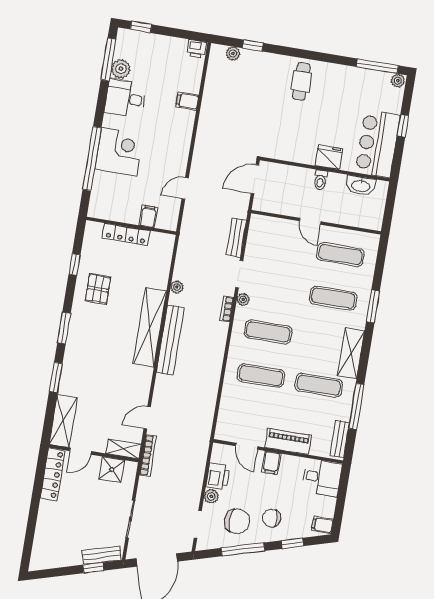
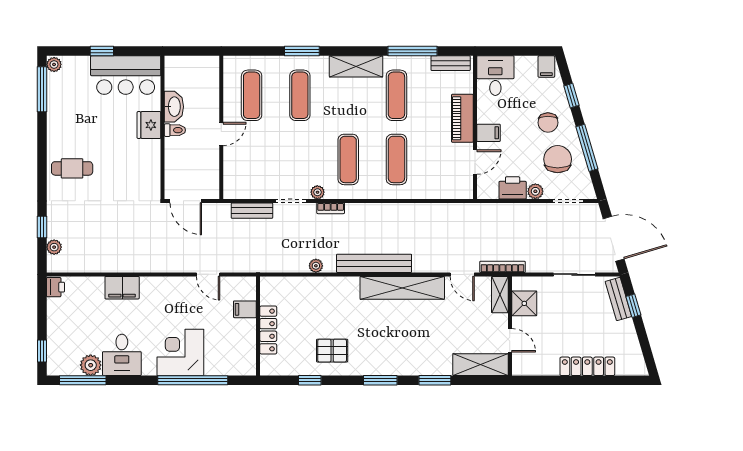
filing cabinet: (187, 101) -> (122, 288), width x2.00
washbasin: (361, 186) -> (174, 107), moved
shelving: (150, 327) -> (402, 288), moved
locker: (53, 474) -> (587, 366), moved

